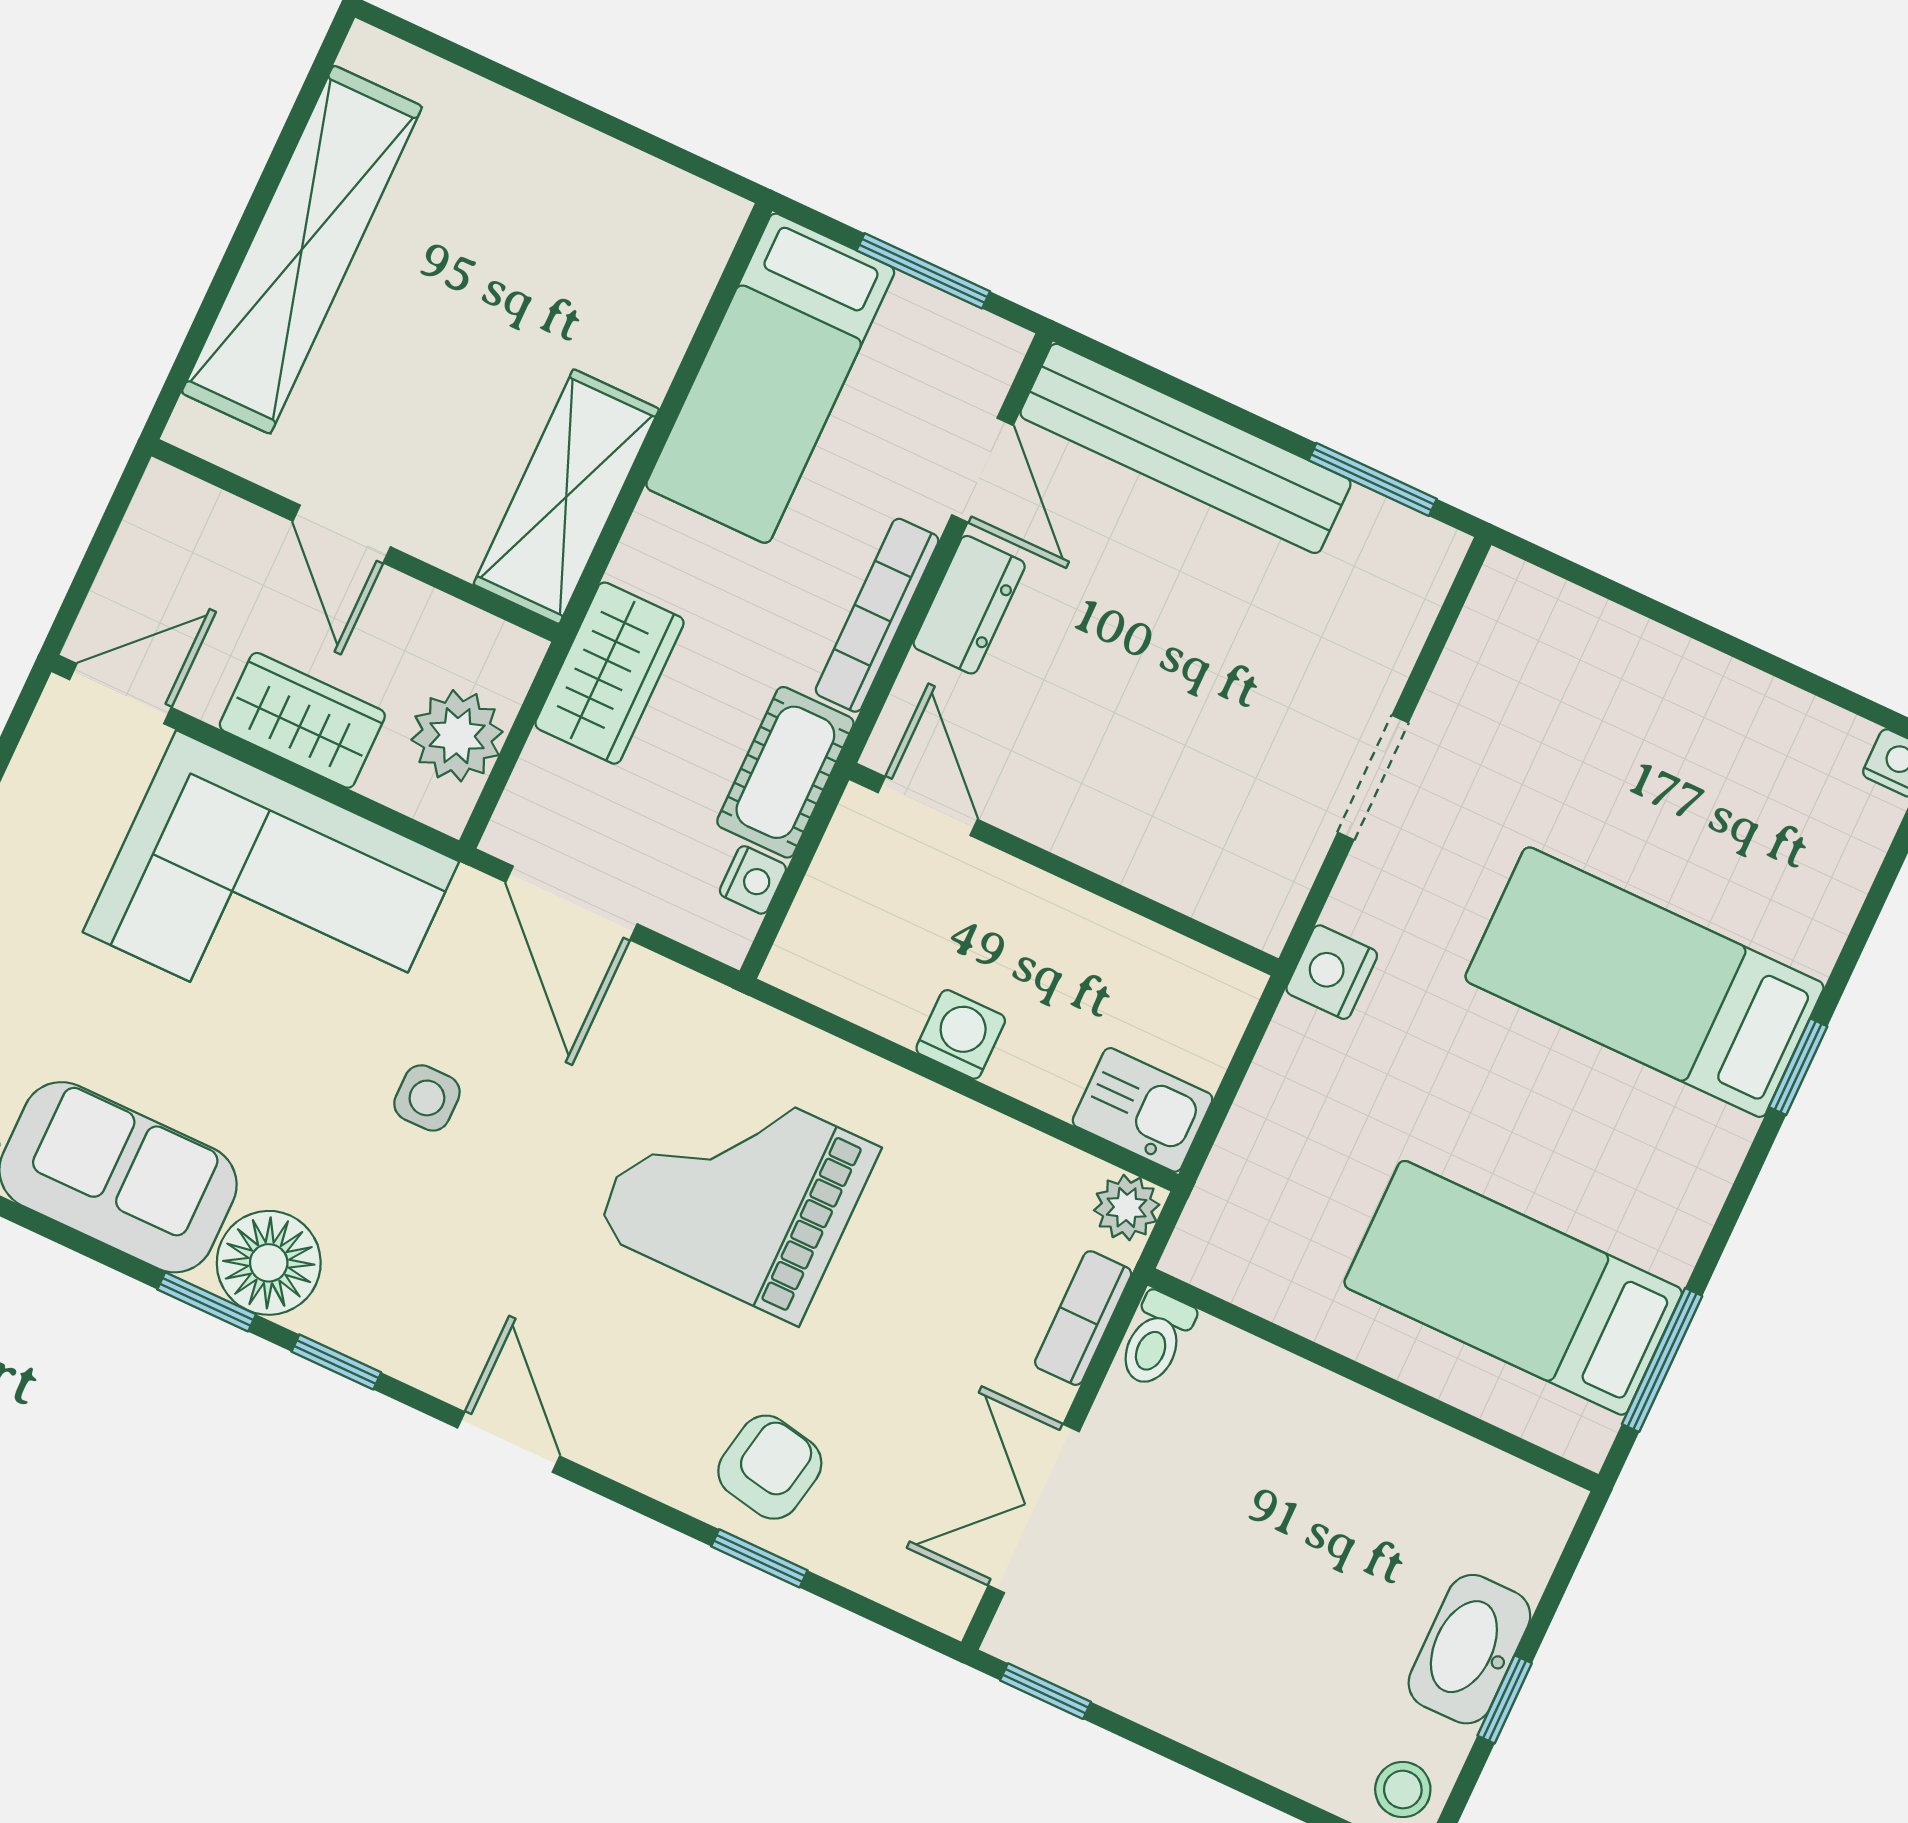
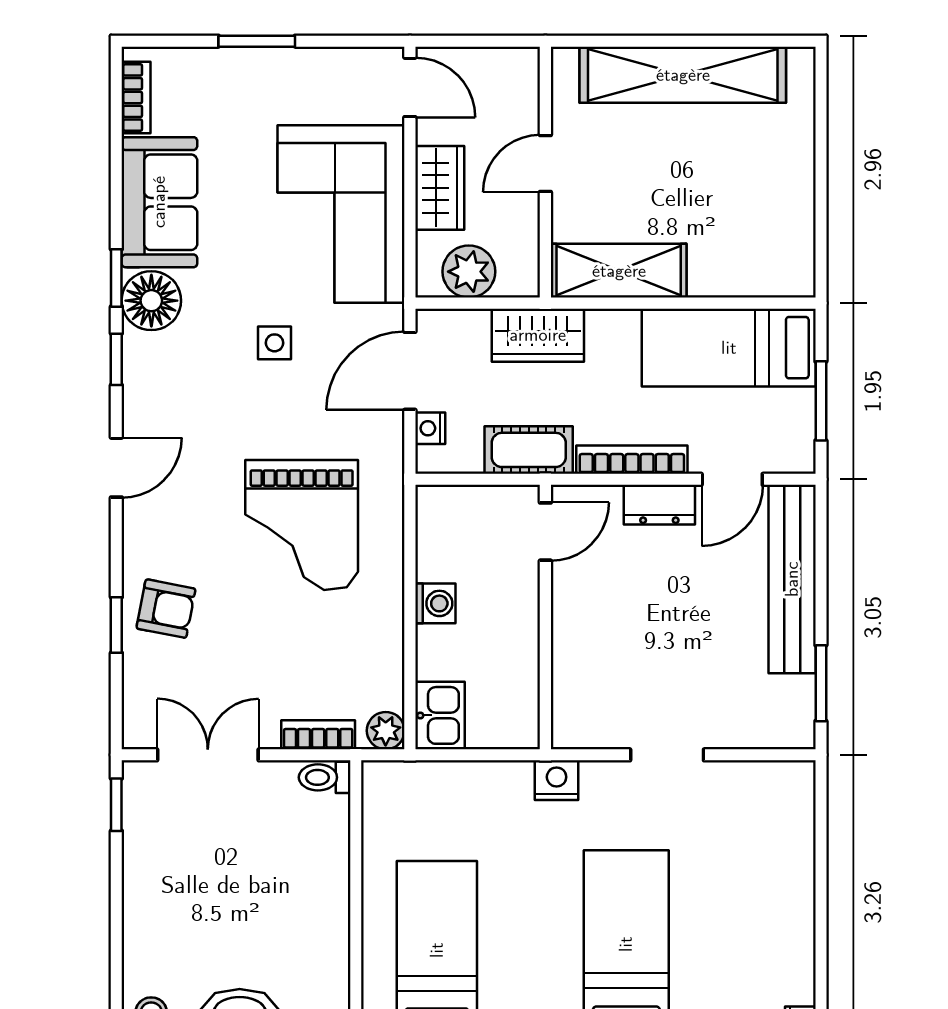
nightstand: (753, 880) -> (430, 428), moved, turned 90
grand piano: (737, 1189) -> (302, 525), turned 180

